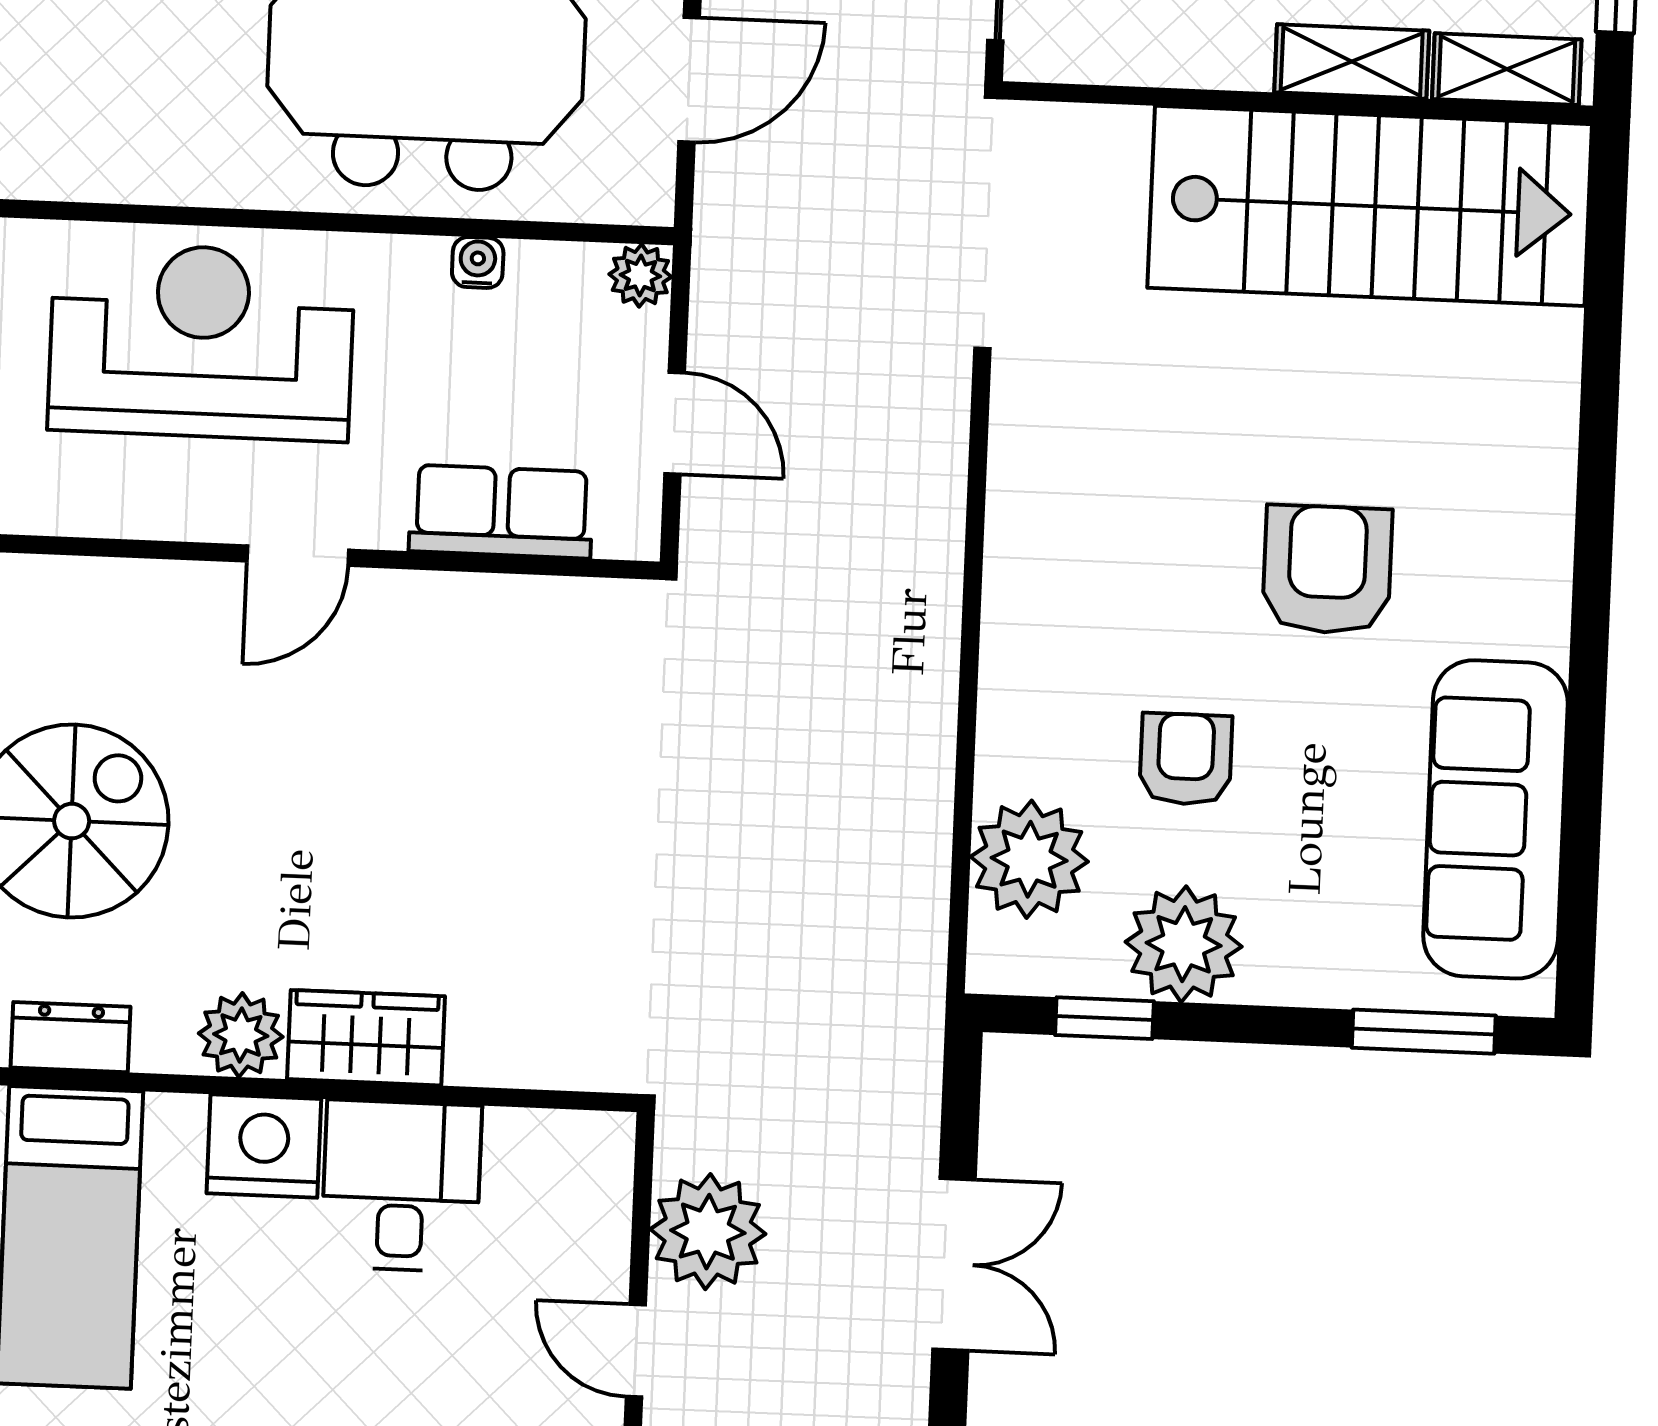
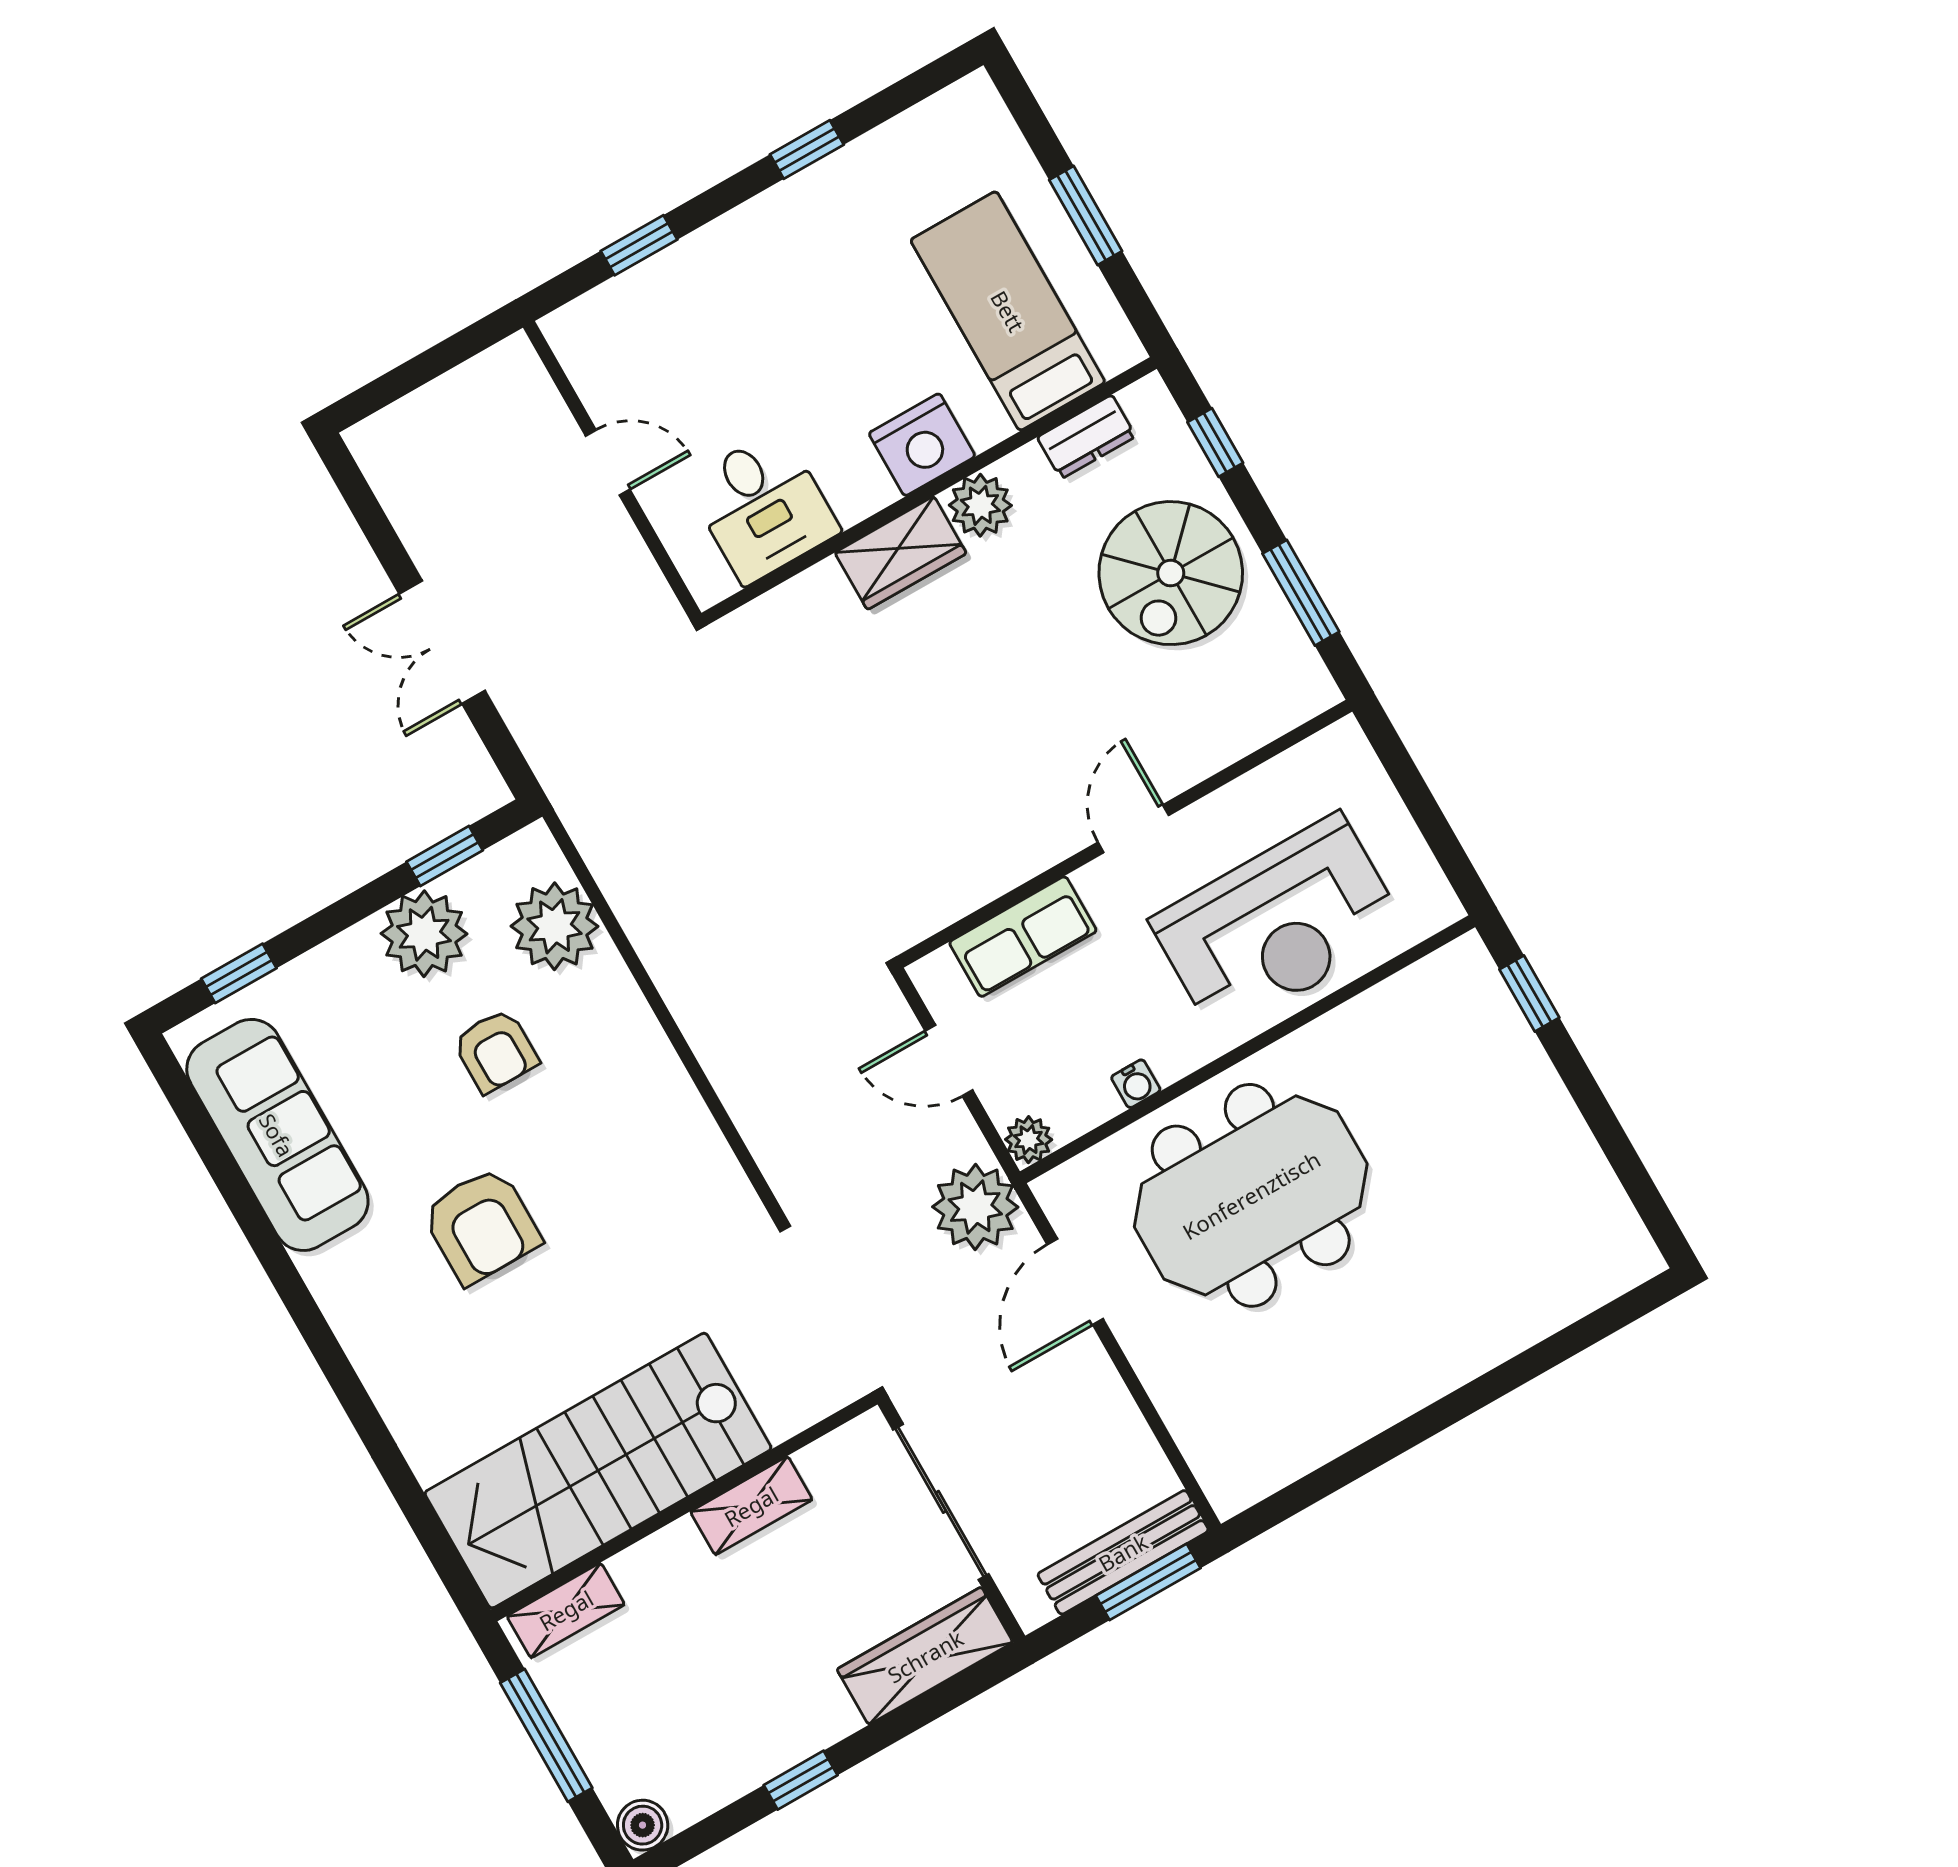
shelving: (1352, 61) -> (751, 1506), moved
window: (1424, 1032) -> (239, 973), width x0.67
desk: (401, 1186) -> (763, 507), moved
plant: (708, 1232) -> (975, 1207), moved

